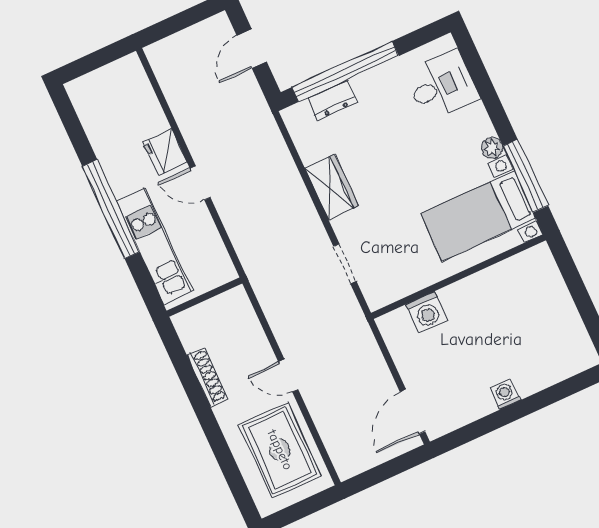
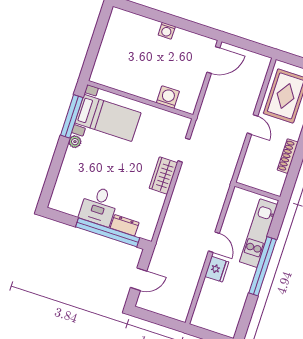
desk: (442, 86) -> (99, 206), moved, turned -90
wardrobe: (331, 187) -> (163, 176), moved

